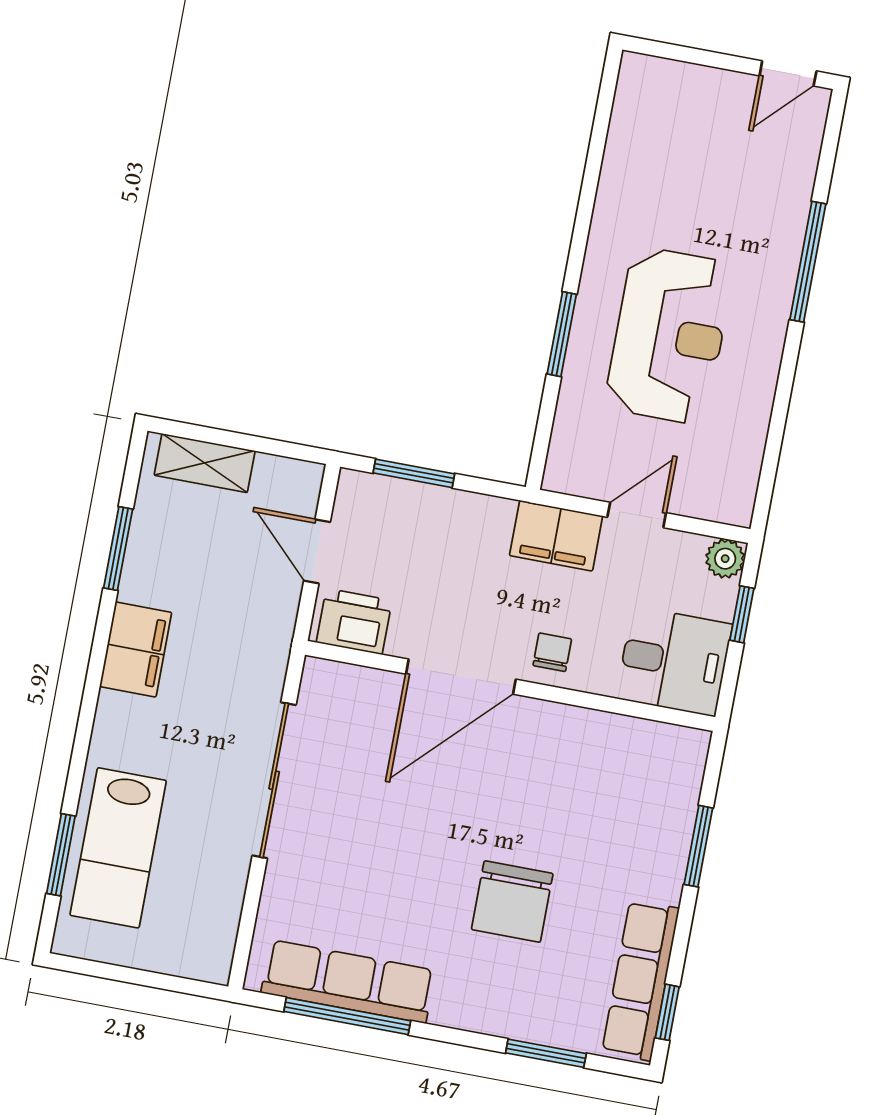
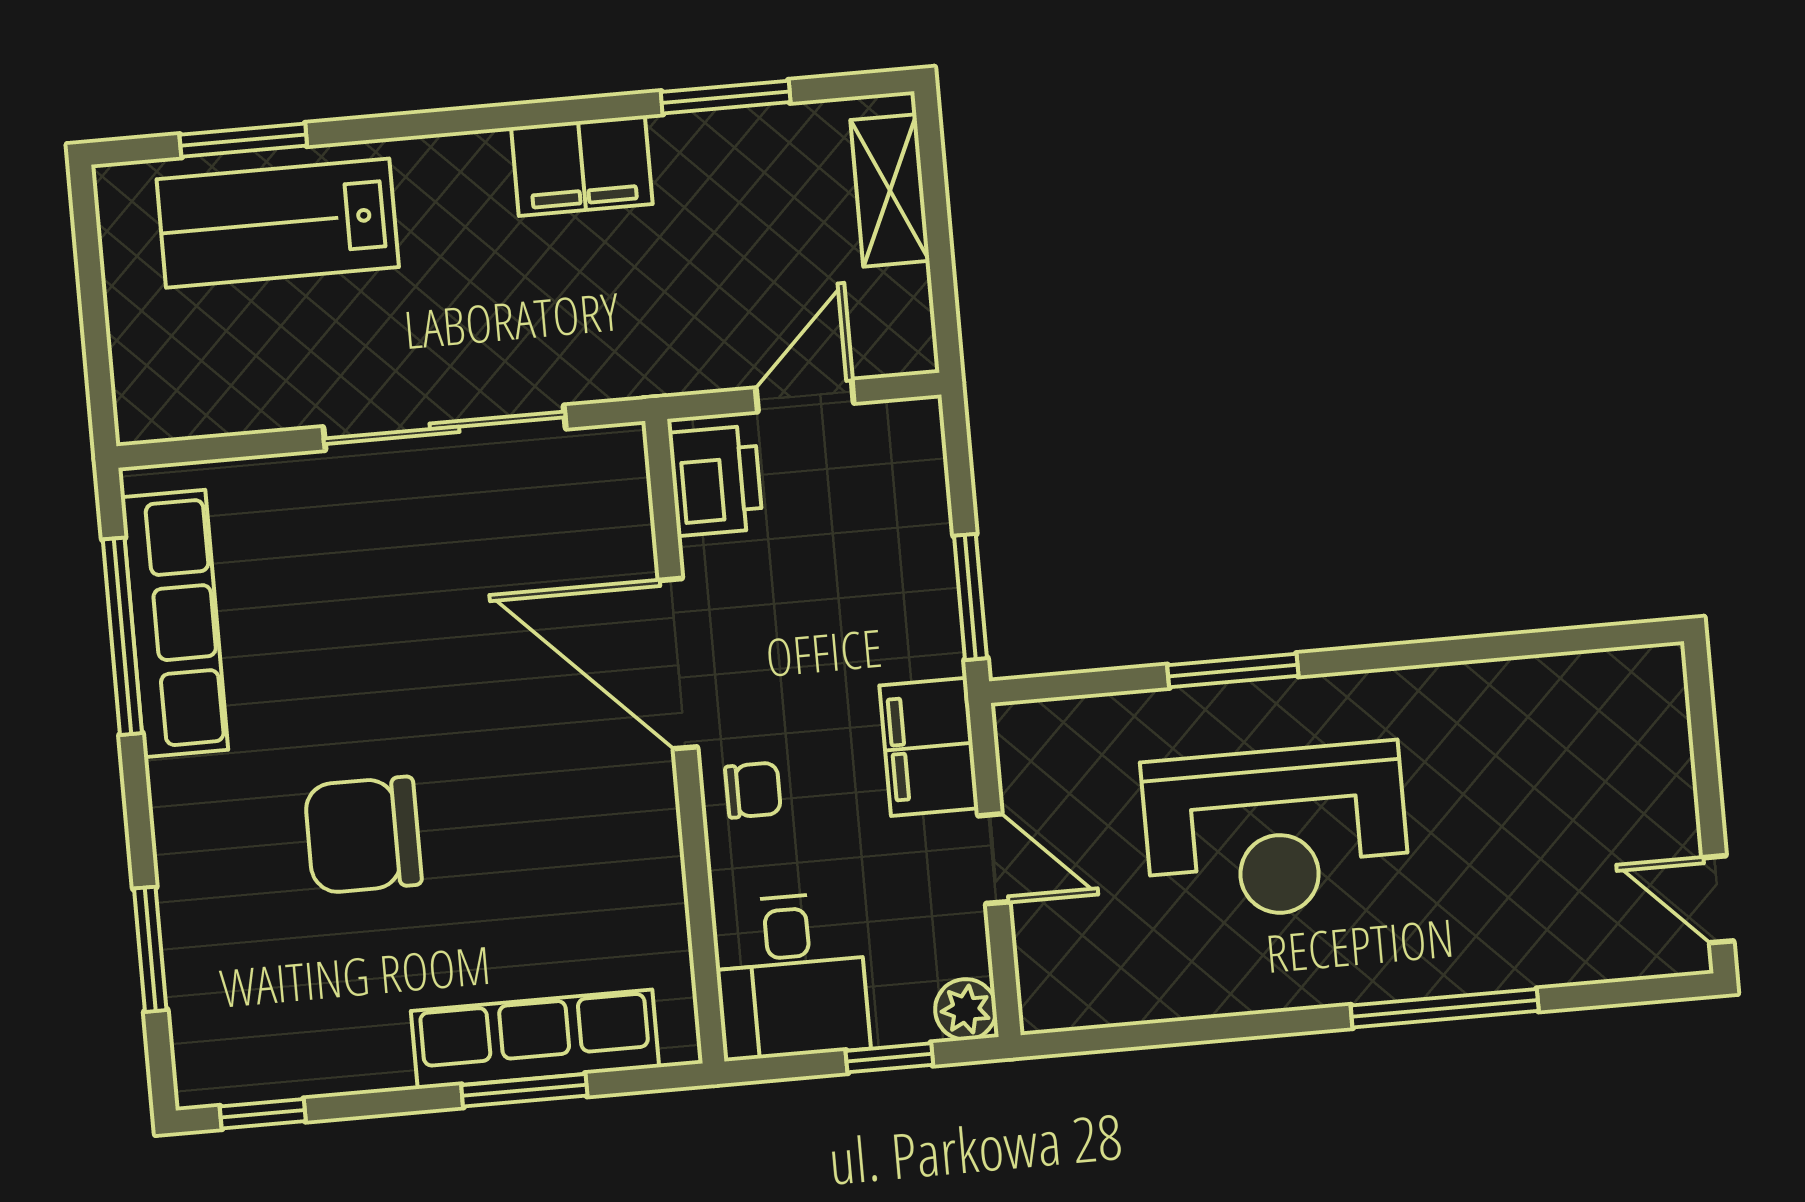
window: (414, 473) -> (970, 597), moved
row of seats: (641, 980) -> (535, 1039), moved

